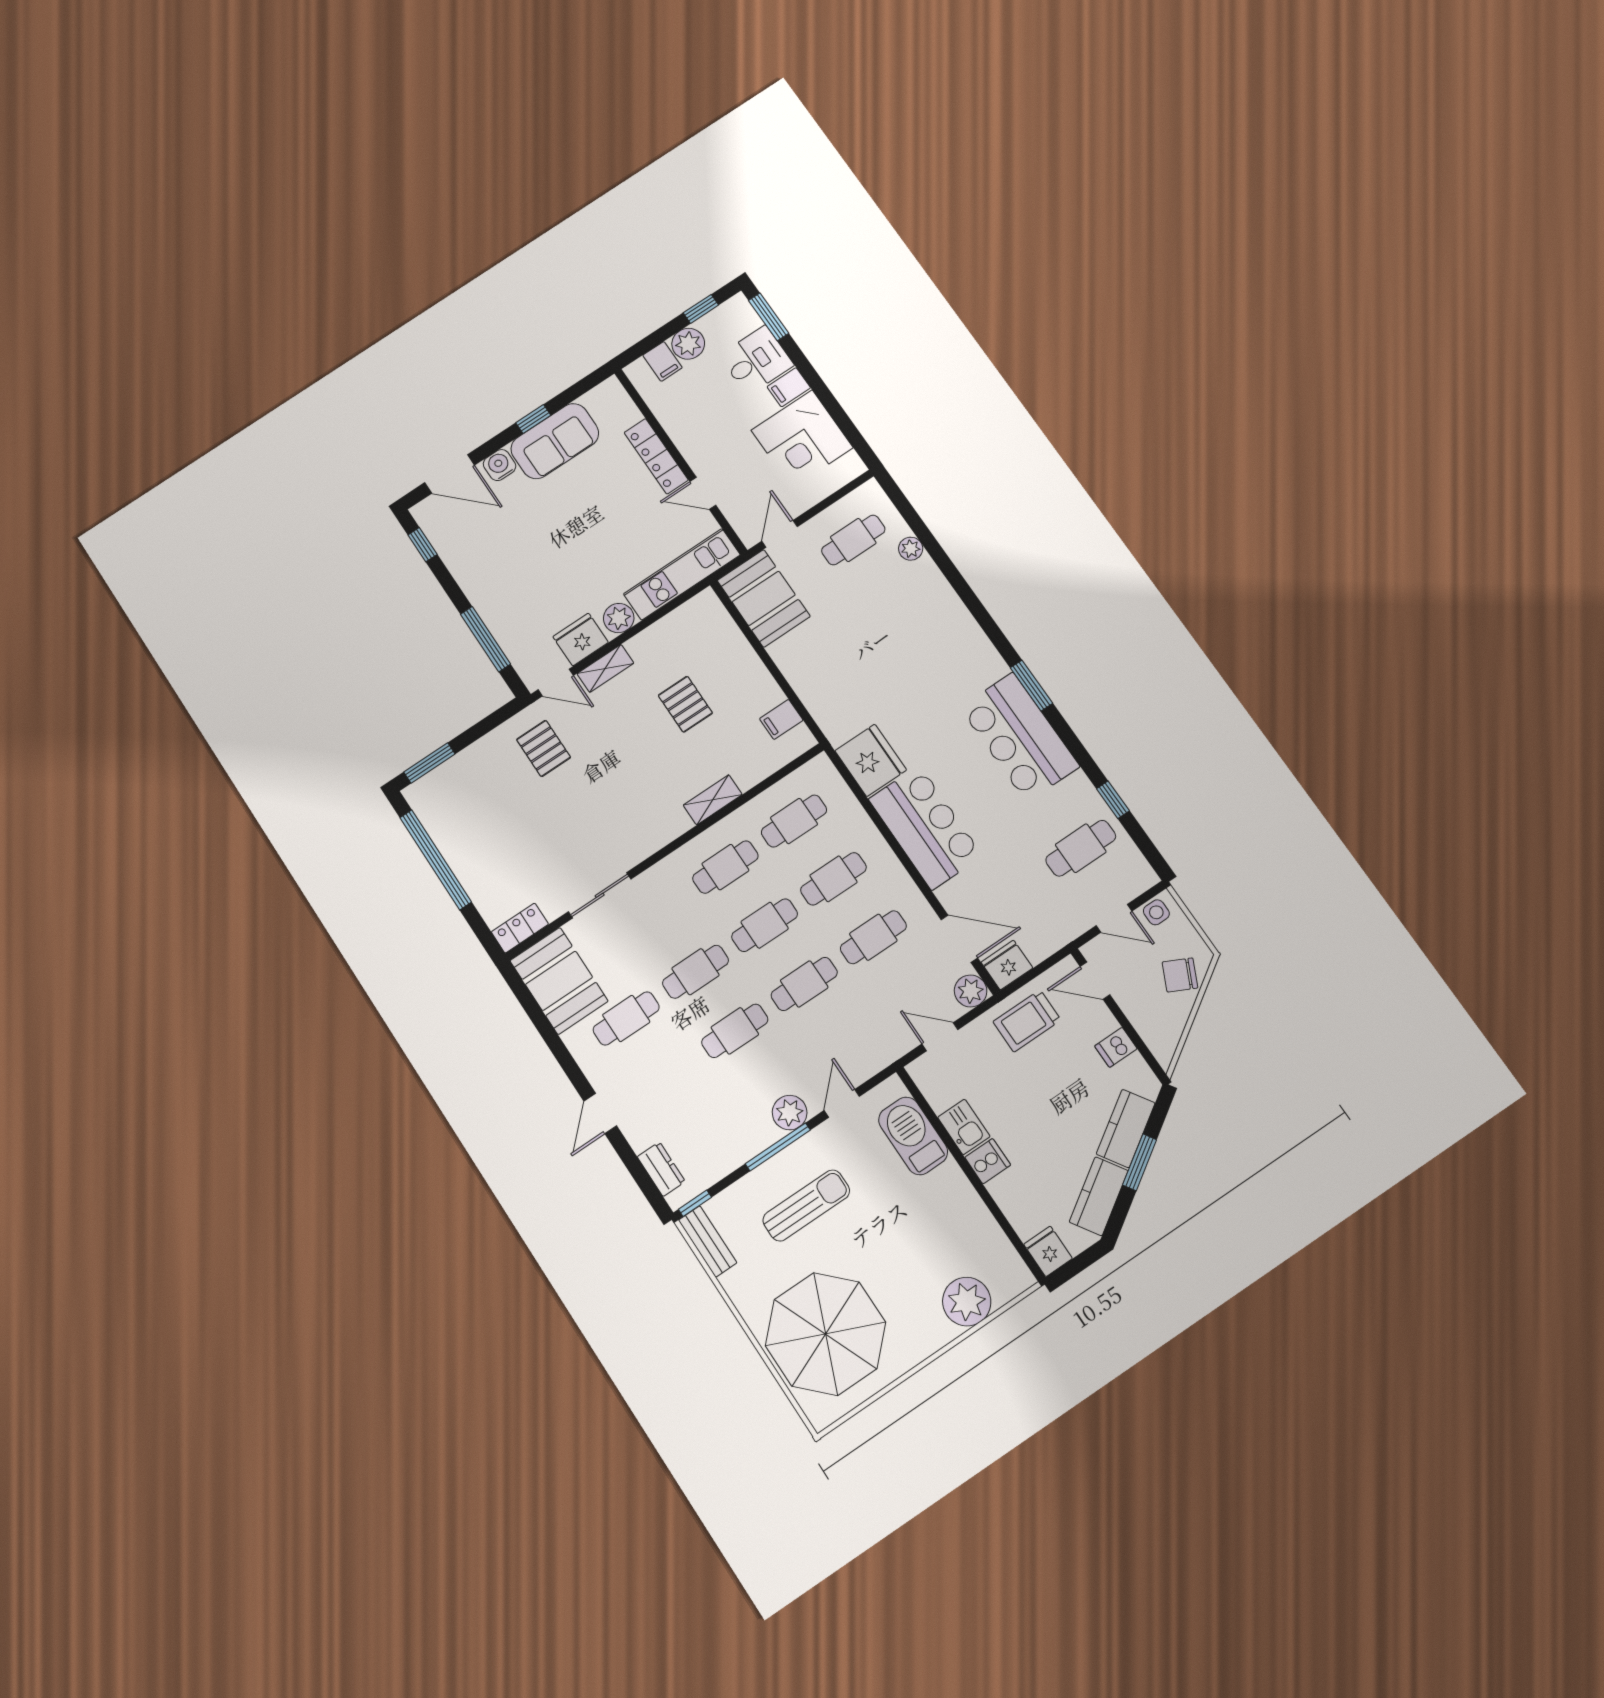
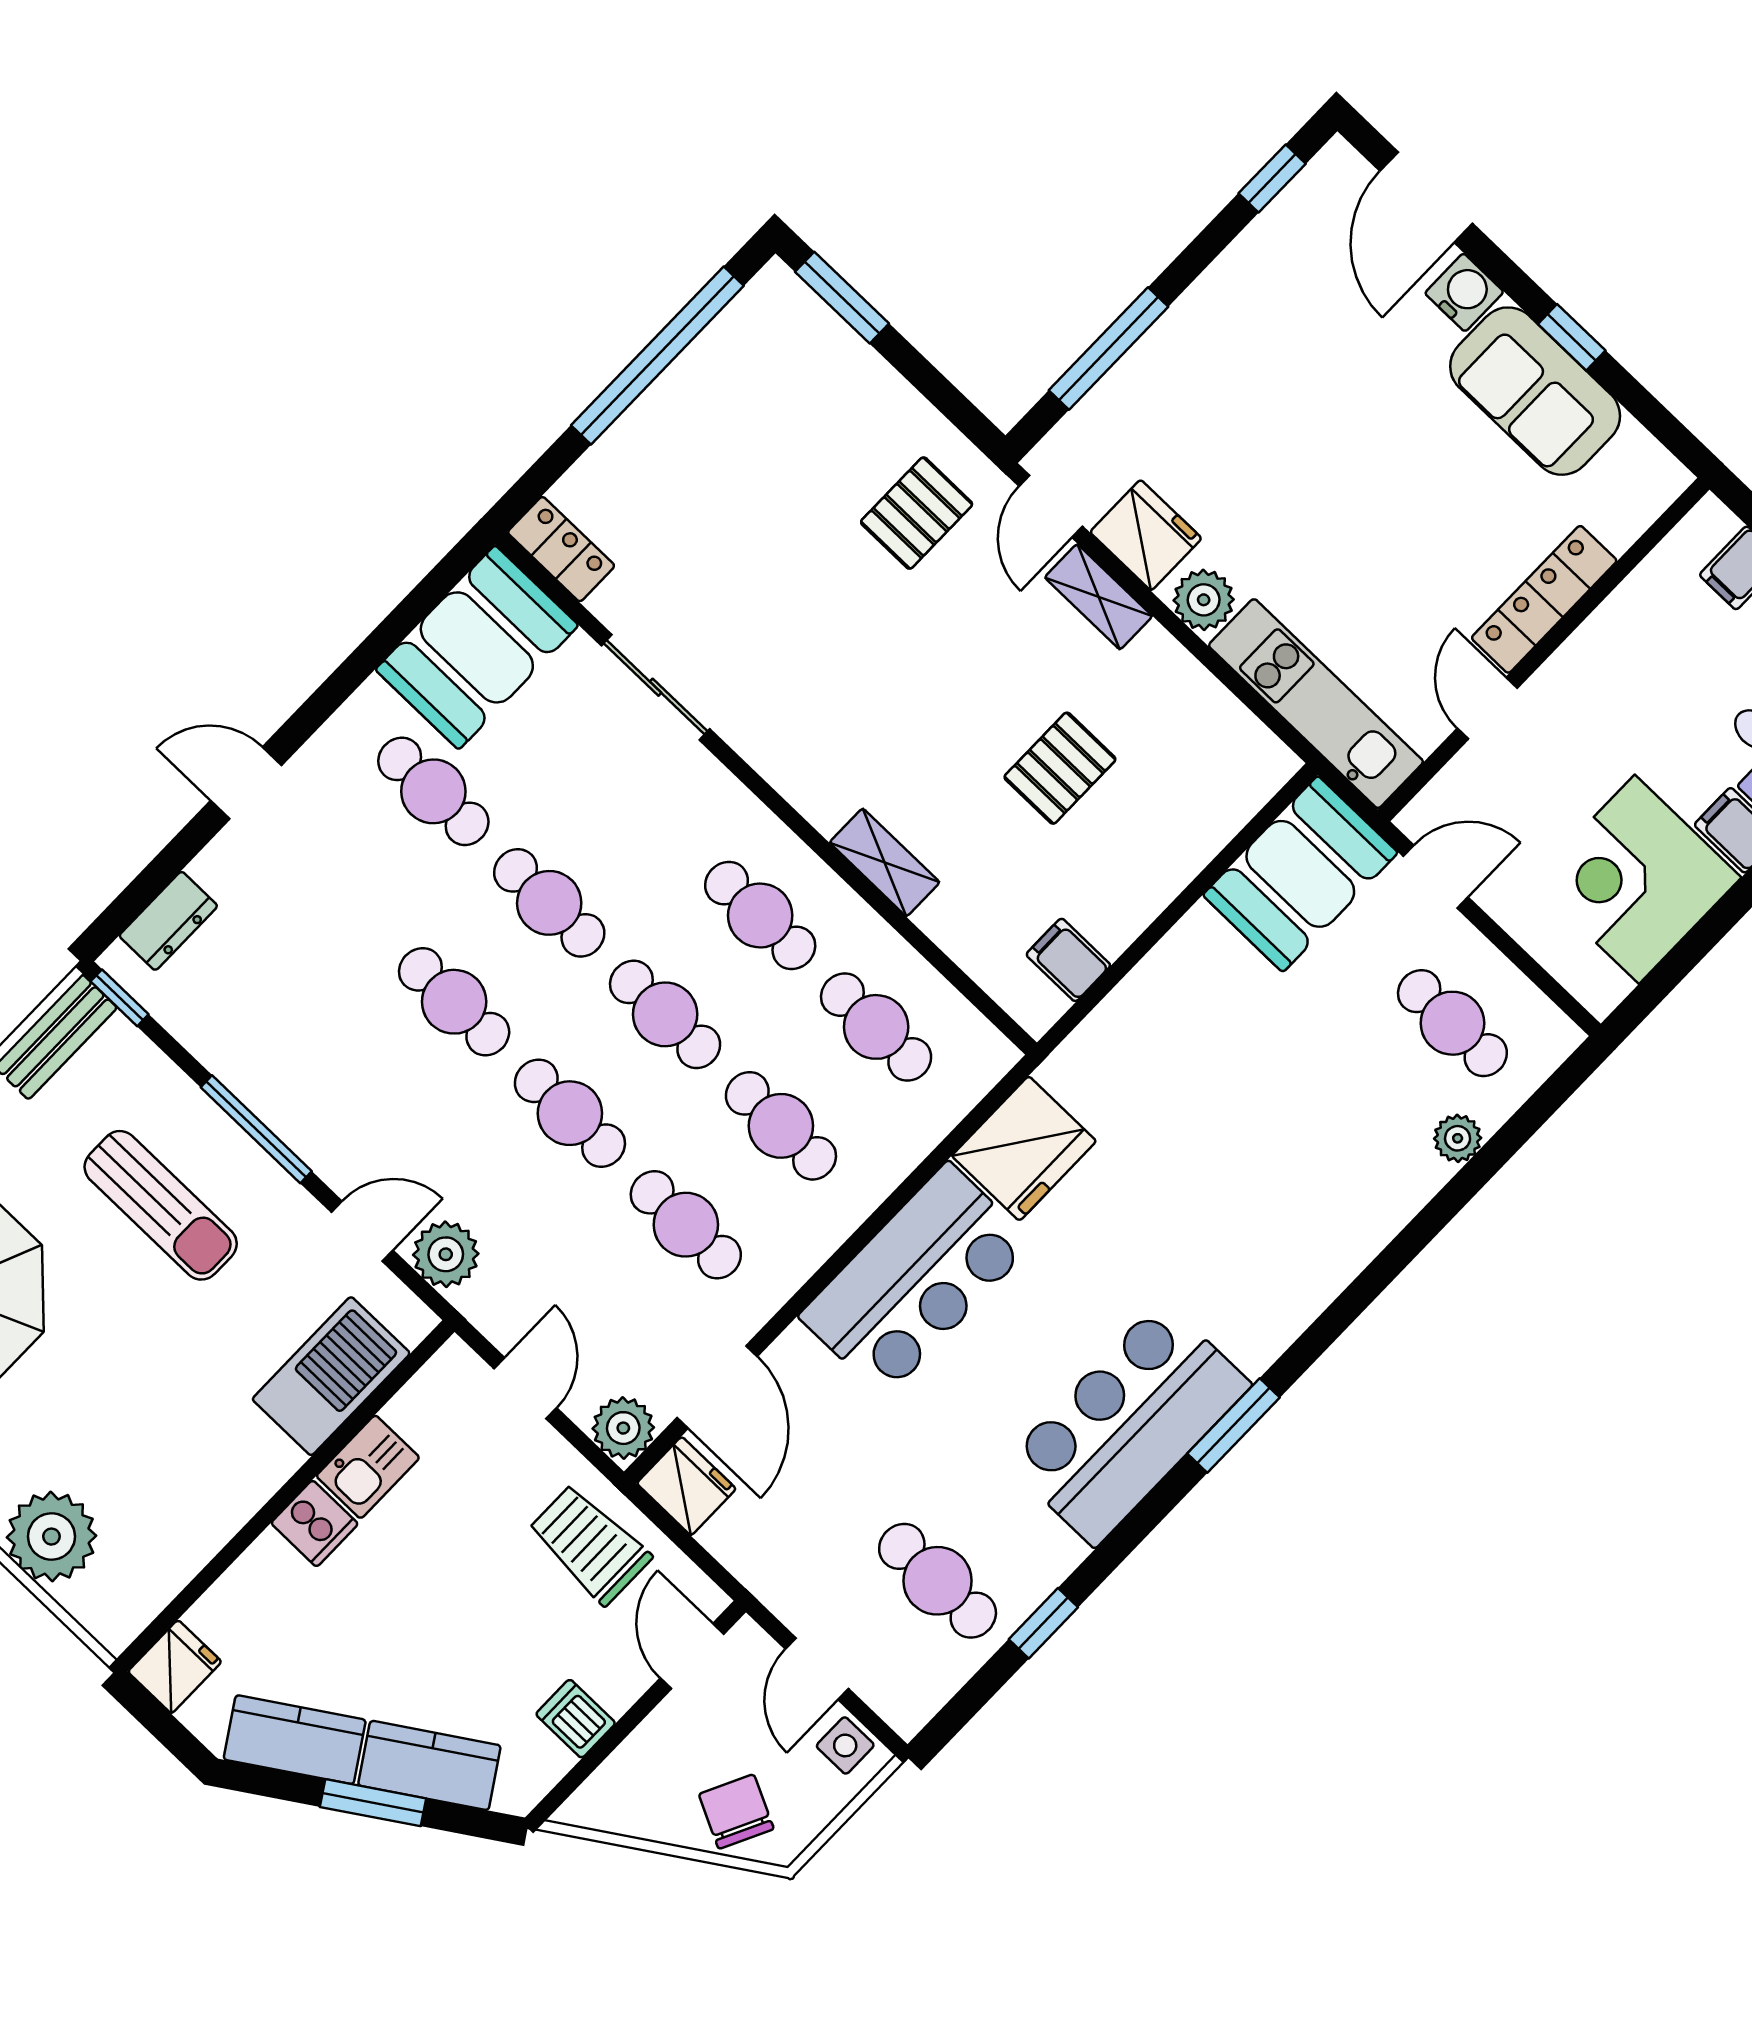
plant: (790, 1113) -> (446, 1254), moved

